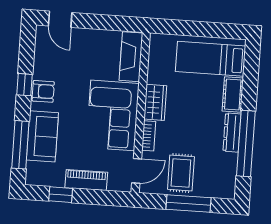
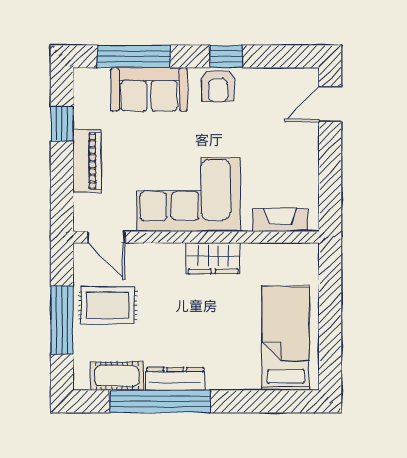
fireplace: (131, 57) -> (280, 220), width x0.73, depth x0.76
cot: (233, 94) -> (117, 376), moved
bookcase: (149, 136) -> (161, 252), removed

